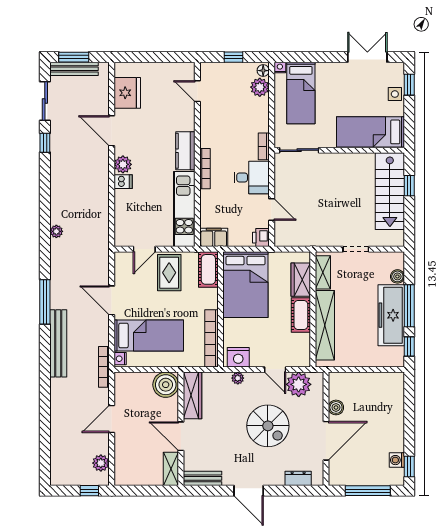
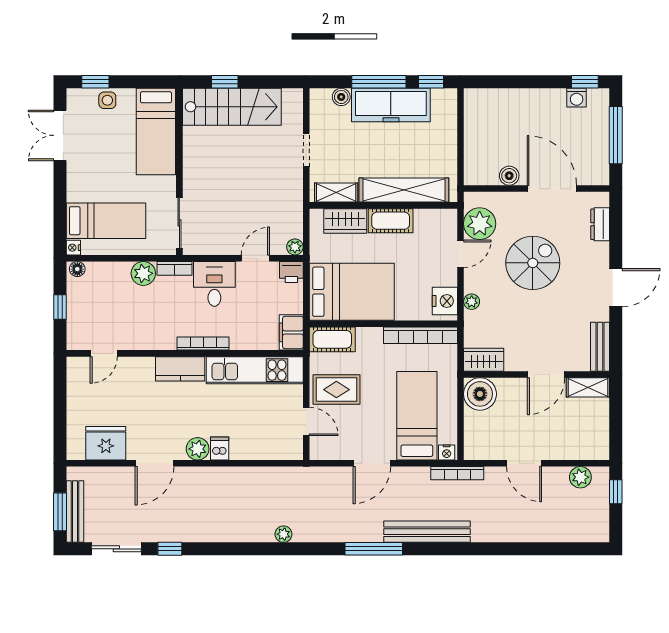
plant: (260, 87) -> (143, 273), moved
plant: (280, 240) -> (295, 247), added
wardrobe: (192, 395) -> (484, 360), width x0.67

